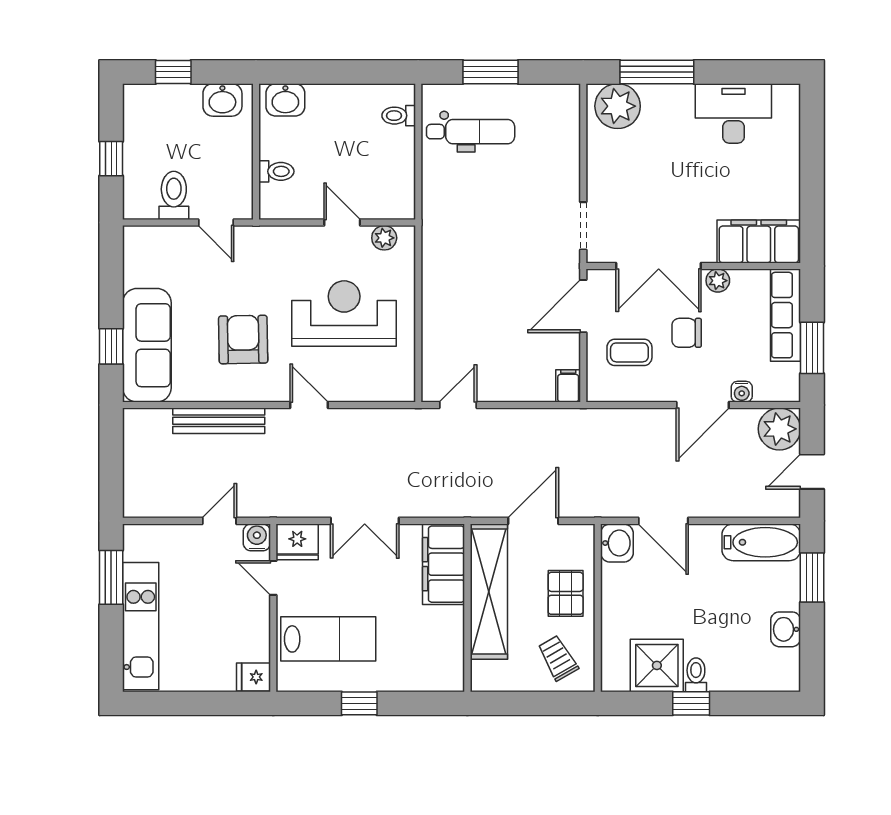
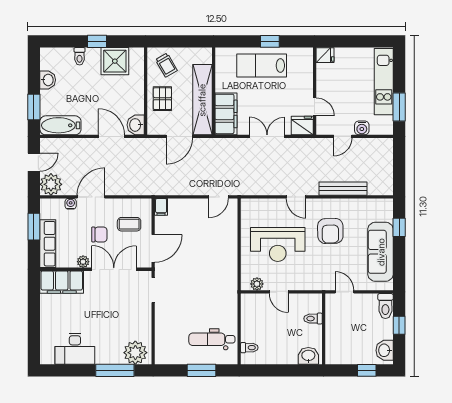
washbasin: (222, 100) -> (385, 350), moved, turned -90
toilet: (174, 195) -> (385, 306), moved
sofa: (147, 345) -> (381, 252), moved
water cooler: (257, 537) -> (362, 128), moved
lab bench: (328, 639) -> (262, 65), moved
toilet: (696, 675) -> (80, 56), moved

